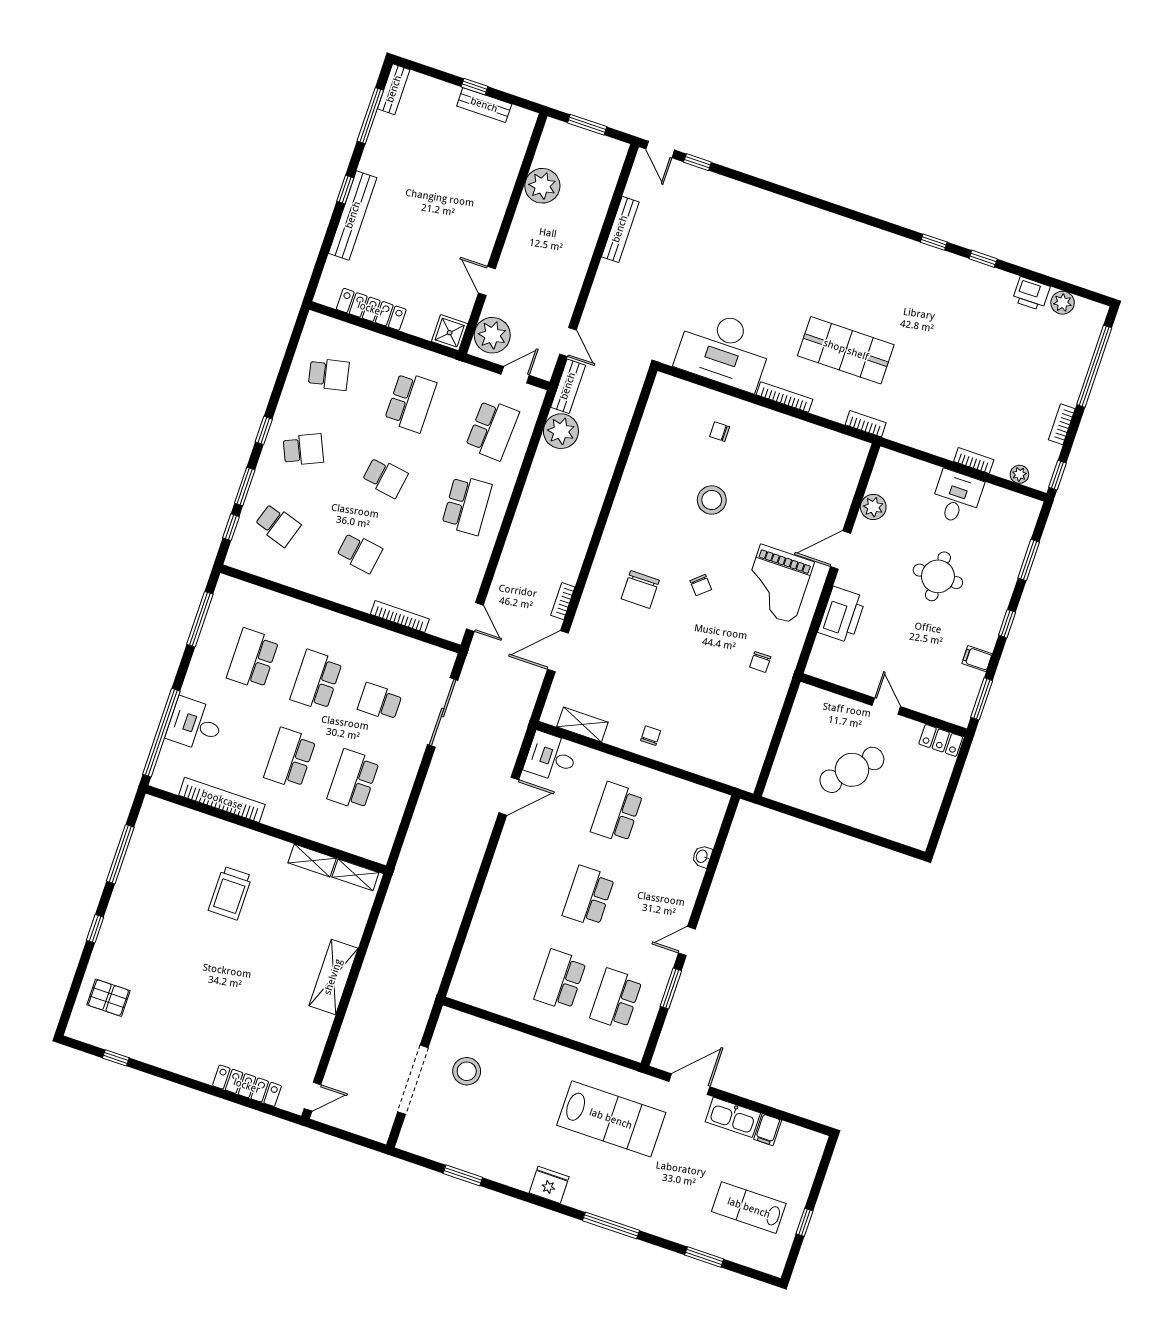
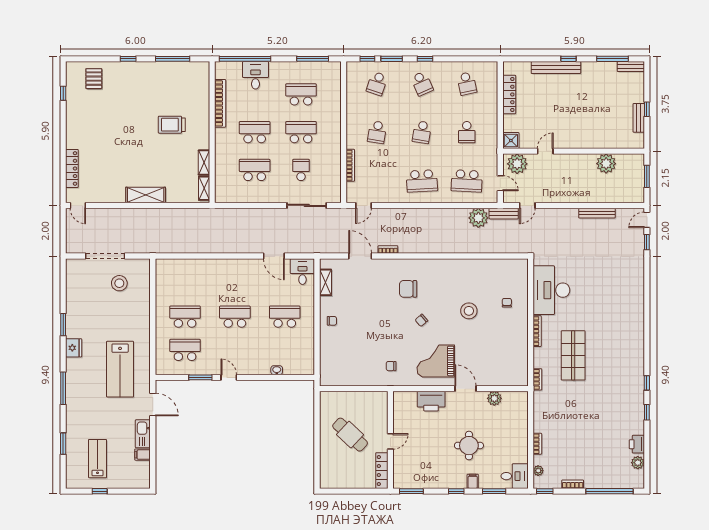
school desk: (411, 402) -> (467, 132), width x0.54
desk: (957, 497) -> (515, 476), moved
filing cabinet: (977, 659) -> (473, 481), moved
locker: (941, 740) -> (382, 471), width x1.53
window: (463, 1175) -> (63, 325), moved

